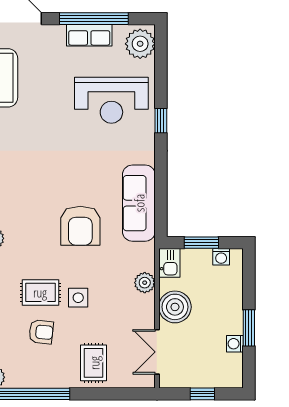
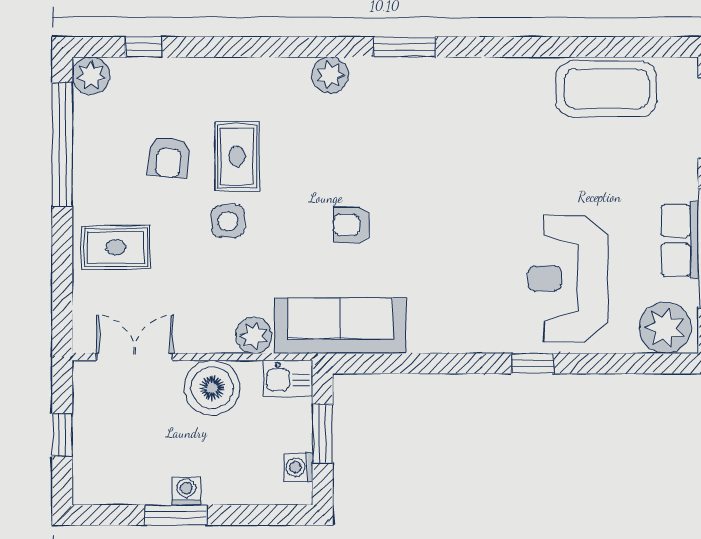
sofa: (139, 203) -> (340, 326), moved
armchair: (80, 226) -> (352, 225), width x0.53, depth x0.53
washing machine: (235, 344) -> (186, 491), moved

